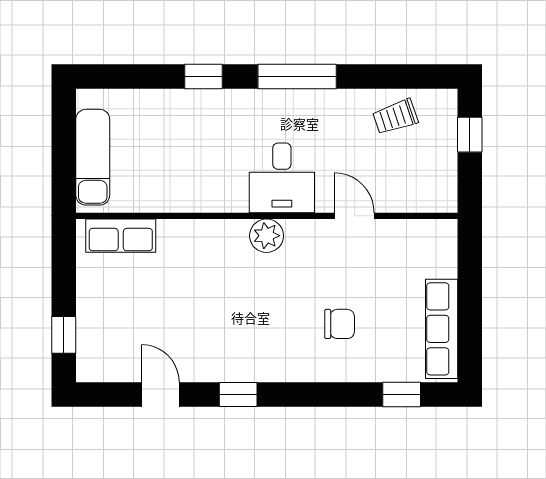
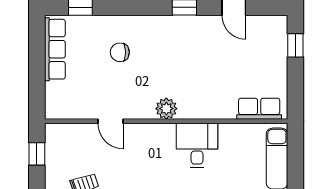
window: (470, 135) -> (37, 154), moved
desk: (282, 178) -> (197, 145), moved

